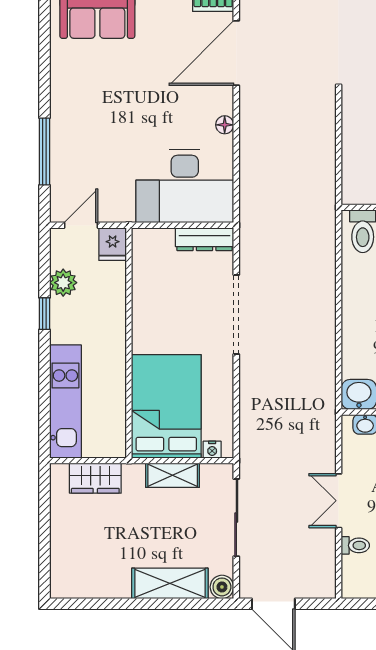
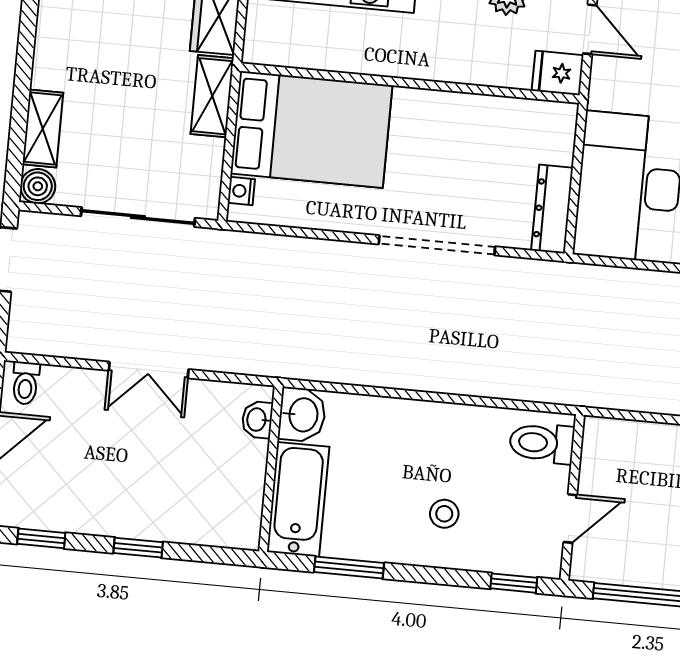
shelving: (173, 475) -> (212, 96), moved
double door: (339, 501) -> (149, 370), swing flipped
toilet: (355, 545) -> (25, 383), moved
shelving: (170, 583) -> (43, 128), width x0.67, depth x0.75

